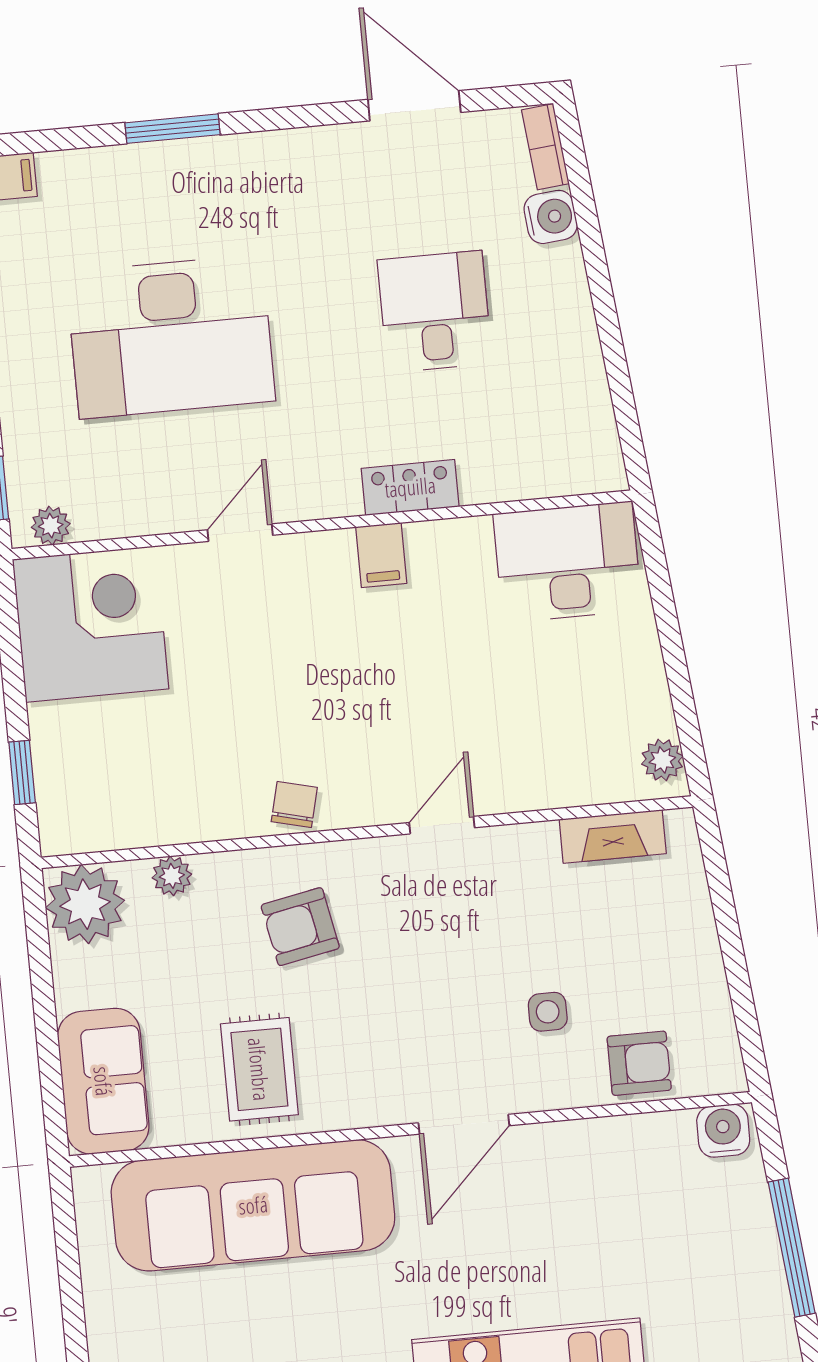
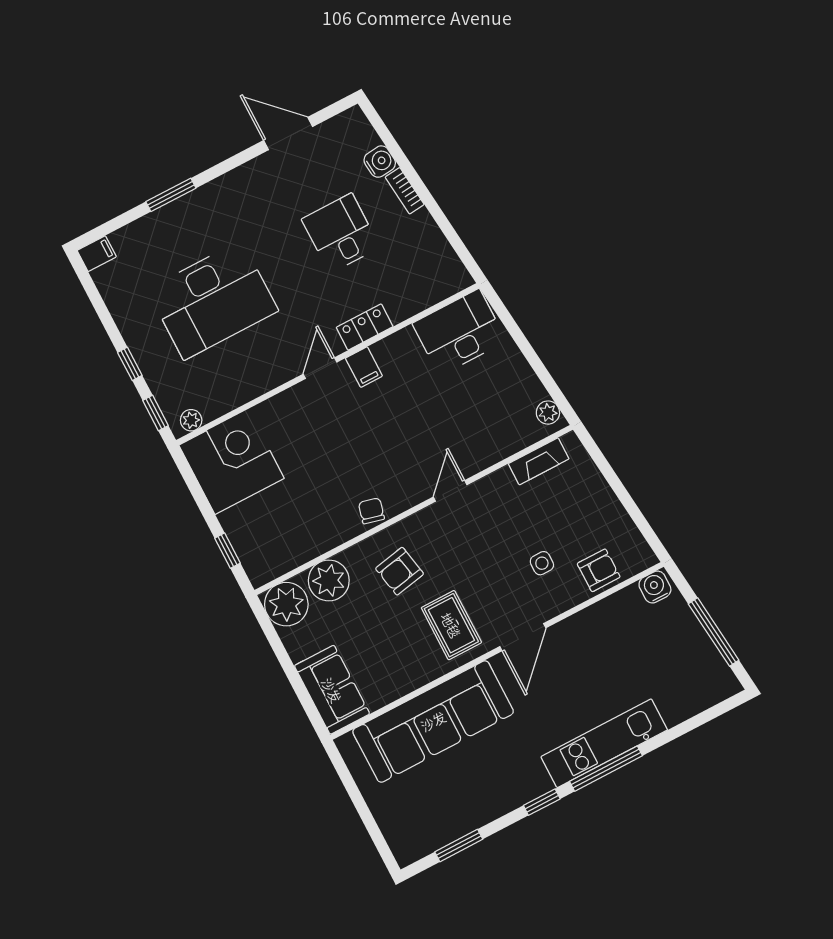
bookcase: (545, 147) -> (405, 191), moved
door: (240, 533) -> (320, 368), moved
plant: (172, 876) -> (329, 580), width x1.88, depth x1.88
rug: (259, 1069) -> (451, 625), moved

